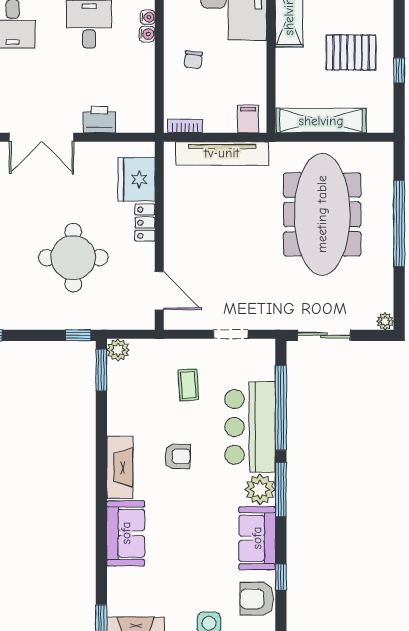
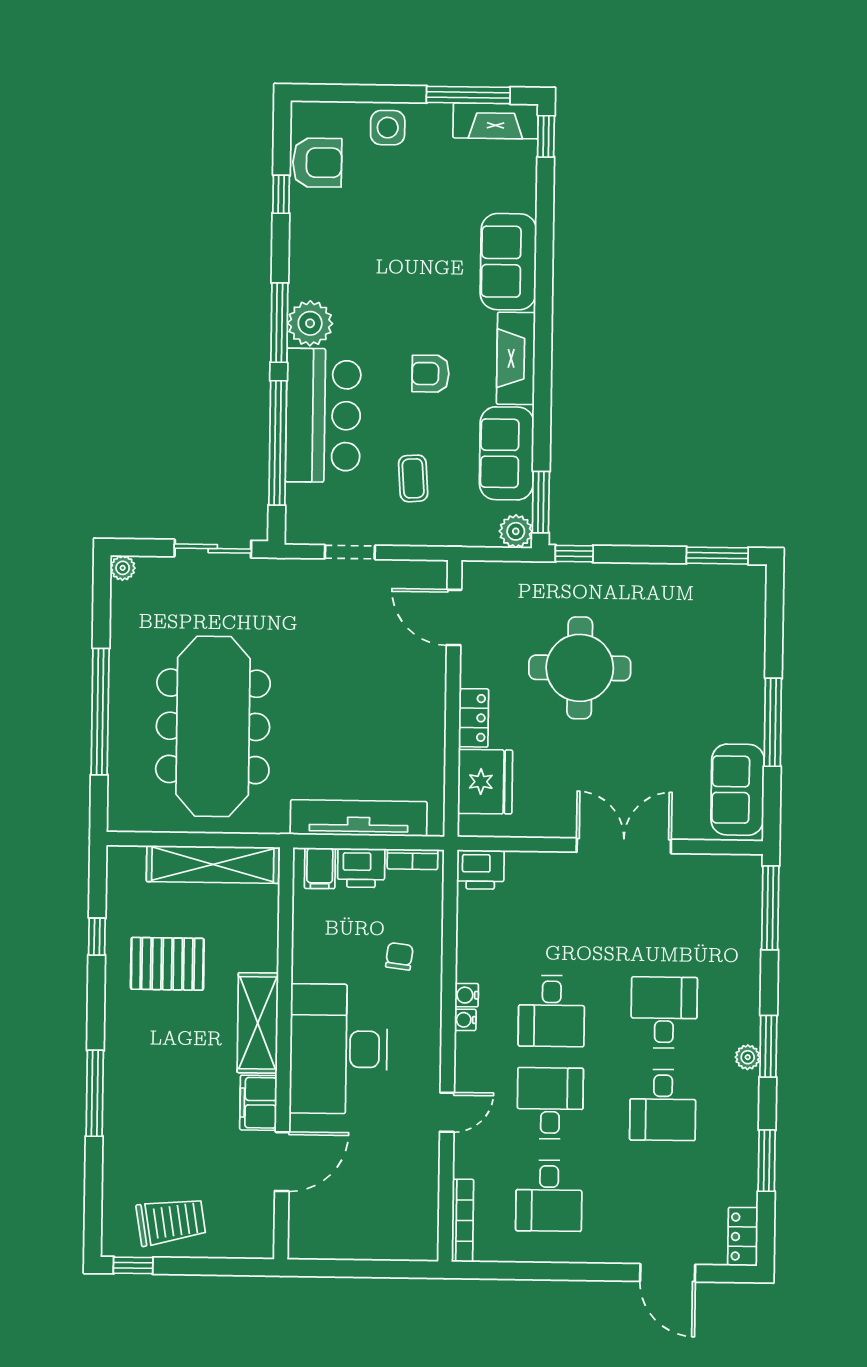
printer: (99, 120) -> (480, 870), moved
printer: (220, 120) -> (361, 868), added
sofa: (257, 538) -> (507, 453), moved, turned 180

